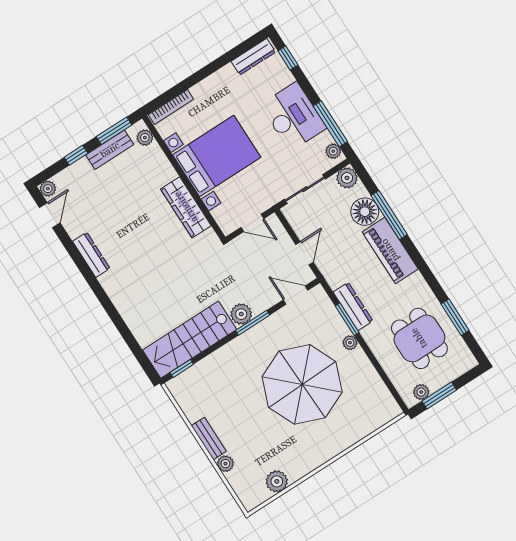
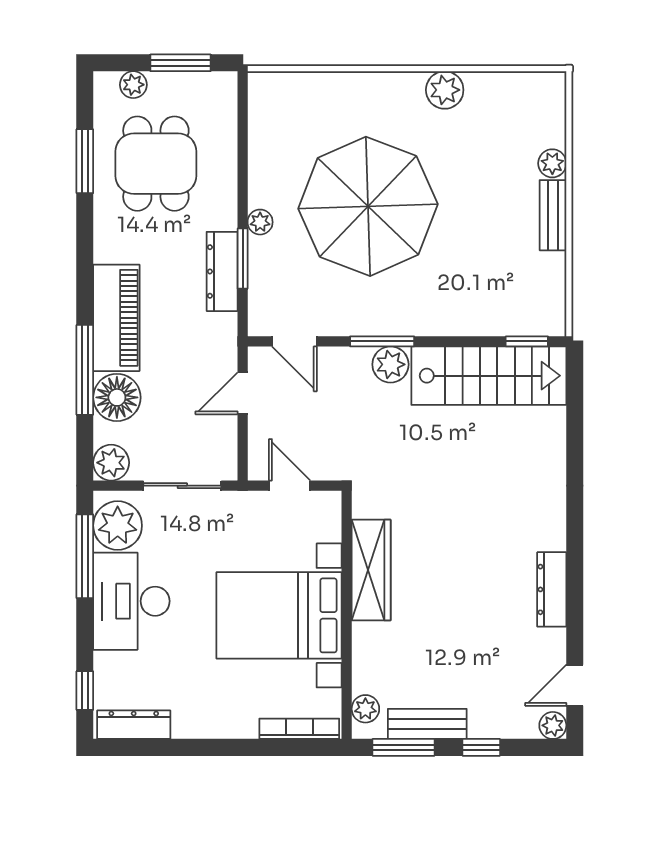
plant: (333, 151) -> (118, 526), width x1.87, depth x1.87
plant: (421, 392) -> (133, 85), moved
plant: (277, 481) -> (445, 90), moved

